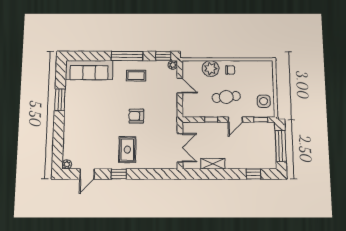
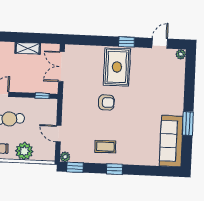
window: (127, 56) -> (114, 169), width x0.46
sofa: (89, 70) -> (171, 141), moved, turned -90
window: (211, 120) -> (42, 96), moved
rug: (127, 150) -> (117, 67), width x1.36, depth x1.43

